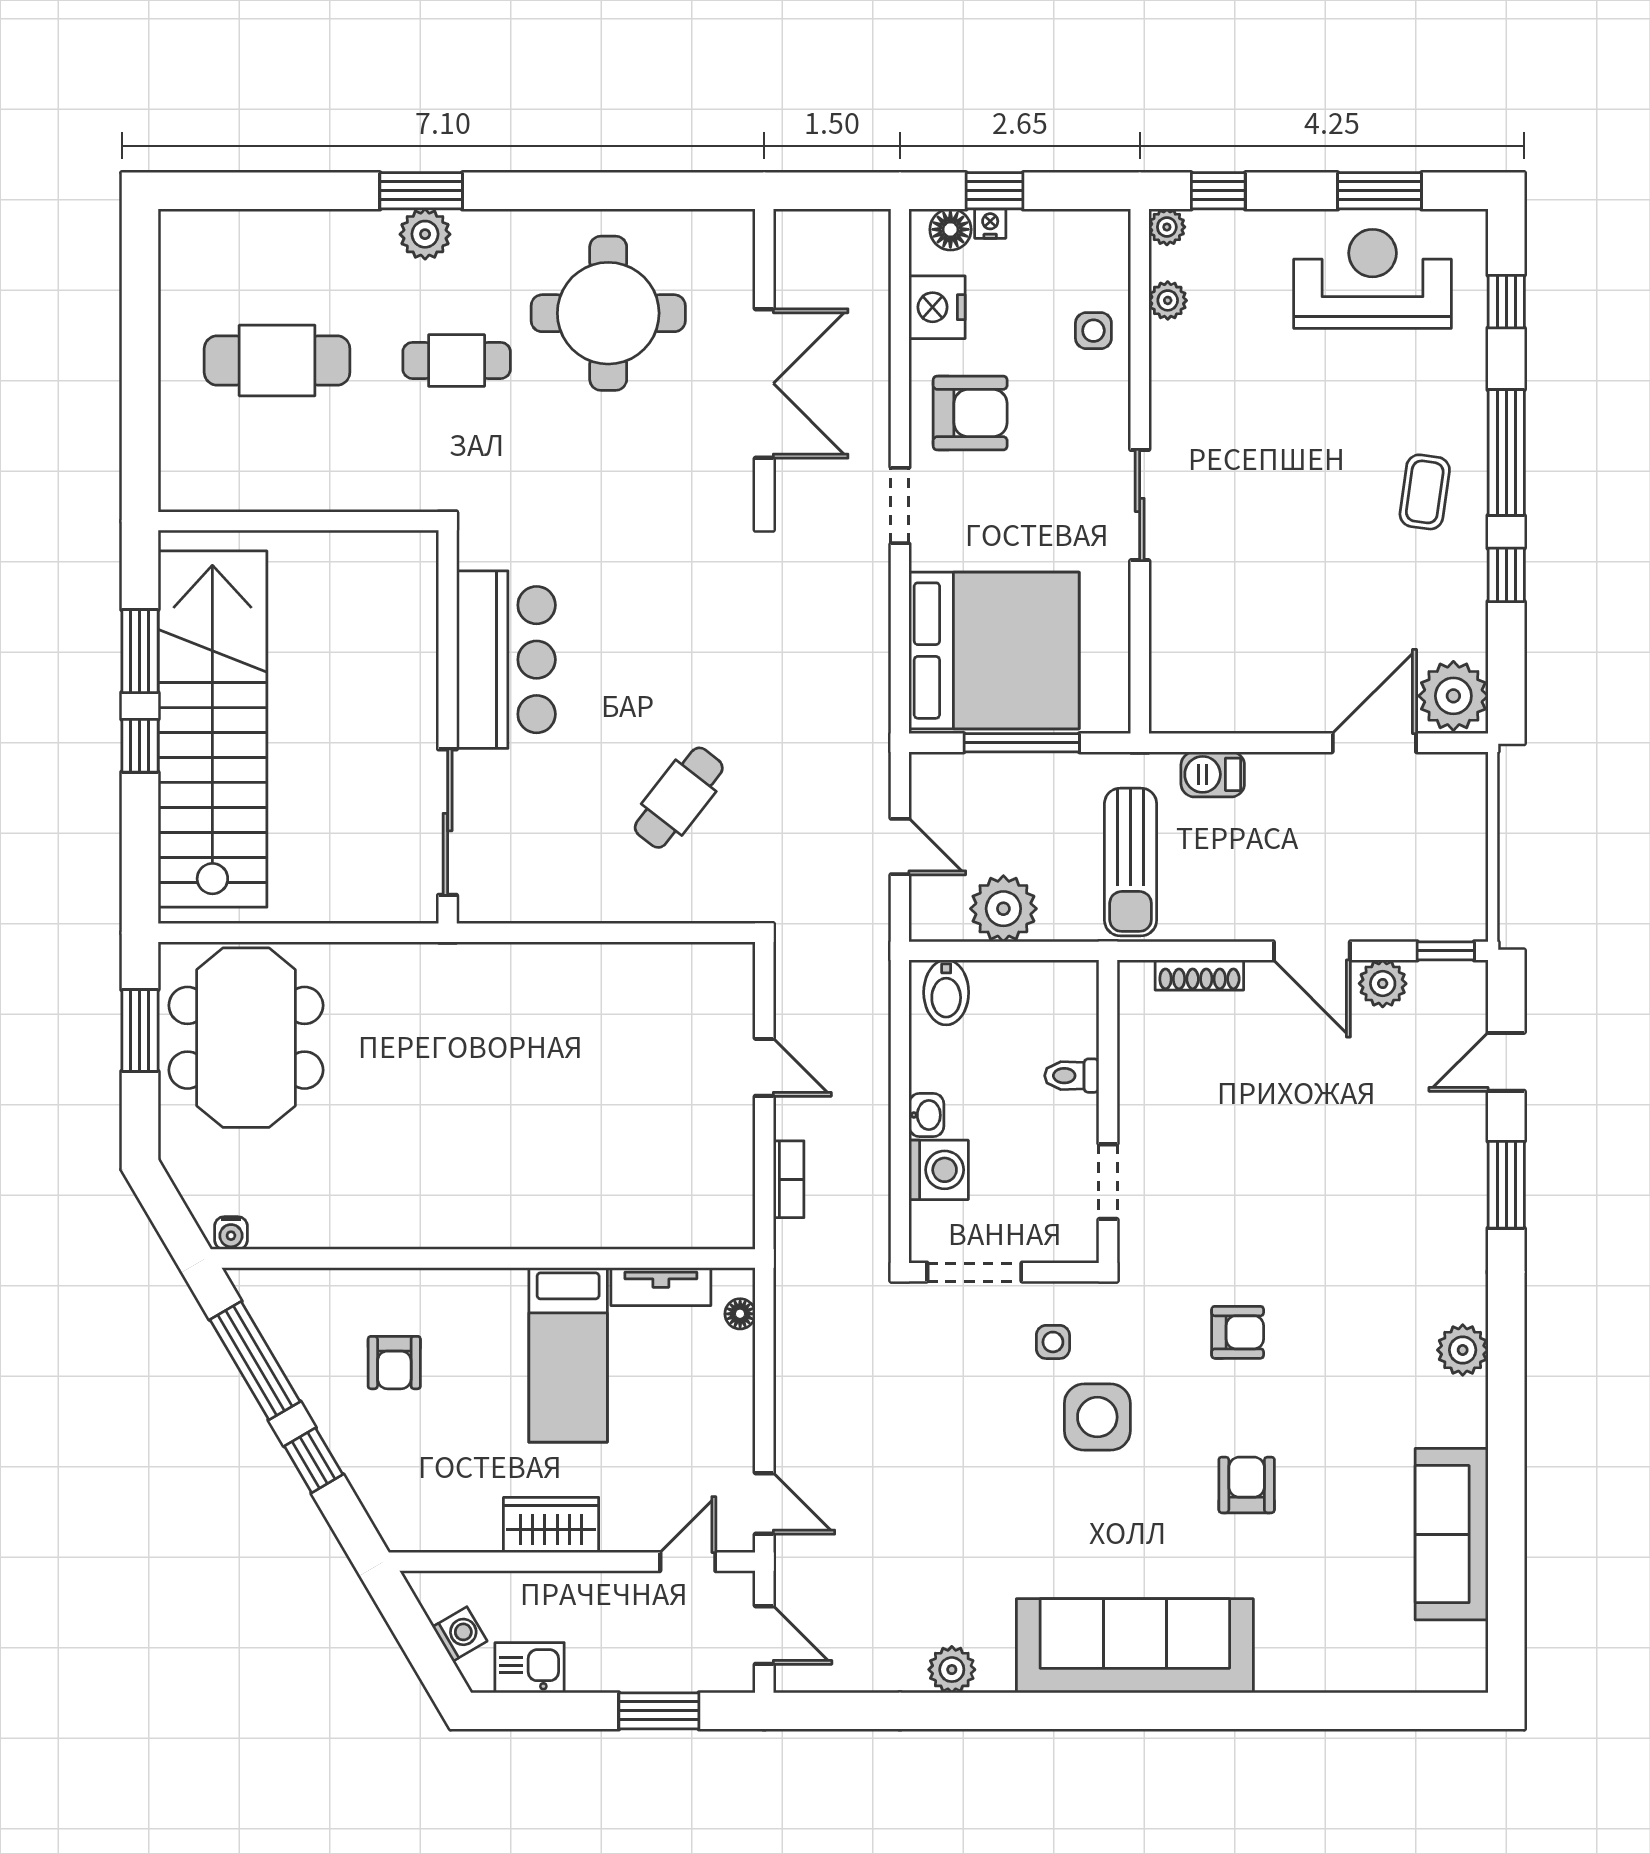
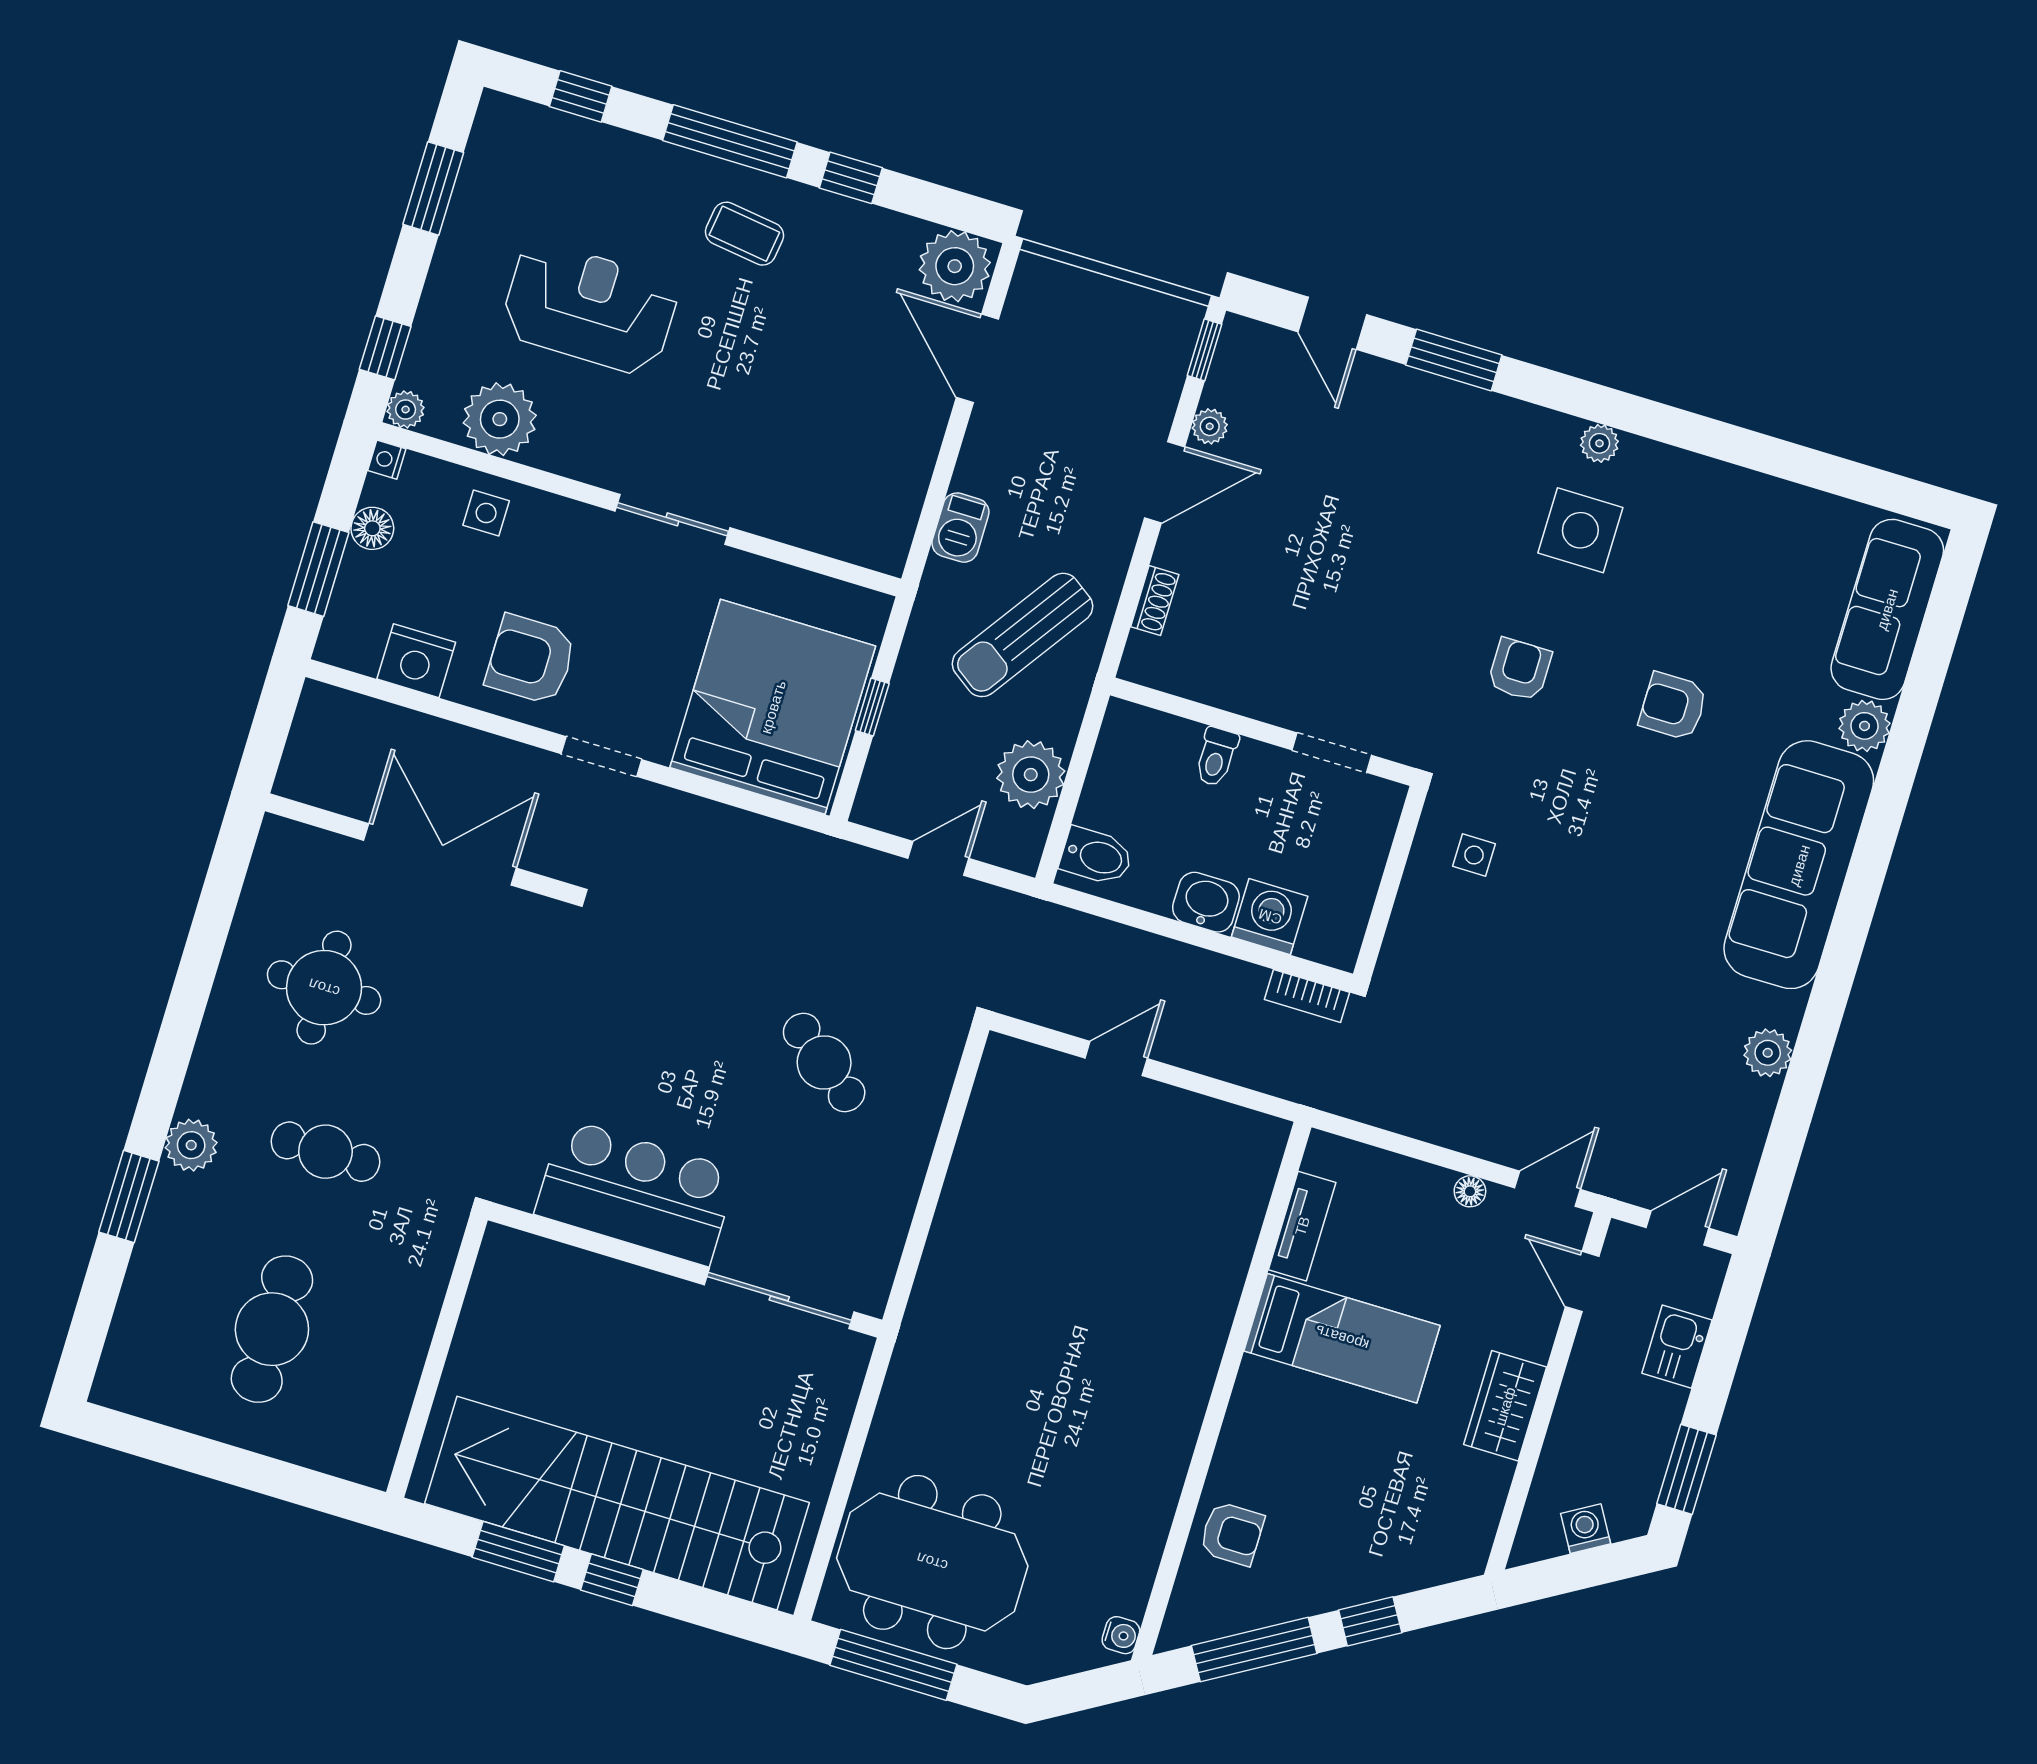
window: (421, 191) -> (129, 1197), moved
window: (995, 191) -> (318, 569), width x1.50
nightstand: (990, 224) -> (387, 460), moved
floor lamp: (950, 229) -> (372, 528), moved
reception desk: (1373, 279) -> (590, 308), moved, turned 90
plant: (1168, 300) -> (500, 419), width x1.88, depth x1.88
round table: (608, 313) -> (324, 988), width x0.73, depth x0.73
cafe table: (457, 360) -> (325, 1152), turned 90
armchair: (970, 413) -> (531, 660), turned -90
window: (1022, 743) -> (872, 707), width x0.46
sun lounger: (1131, 862) -> (1023, 635), turned 125
shoe rack: (1199, 975) -> (1155, 601), width x0.70
plant: (1383, 984) -> (1210, 426), width x0.73, depth x0.73
window: (140, 1030) -> (893, 1665), width x1.44
washbasin: (926, 1115) -> (1206, 902), width x1.38, depth x1.45
bookcase: (789, 1179) -> (1307, 996), moved, turned 180
doorway: (974, 1272) -> (1381, 912), removed
floor lamp: (740, 1314) -> (1470, 1191), moved
plant: (1463, 1350) -> (1599, 443), width x0.73, depth x0.73
armchair: (394, 1363) -> (1232, 1534), moved
side table: (1097, 1417) -> (1580, 530), moved
sofa: (1452, 1534) -> (1887, 609), moved, turned 90
kitchen sink: (530, 1668) -> (1677, 1347), moved
plant: (1282, 1668) -> (1865, 726), added
window: (659, 1711) -> (1686, 1469), moved

